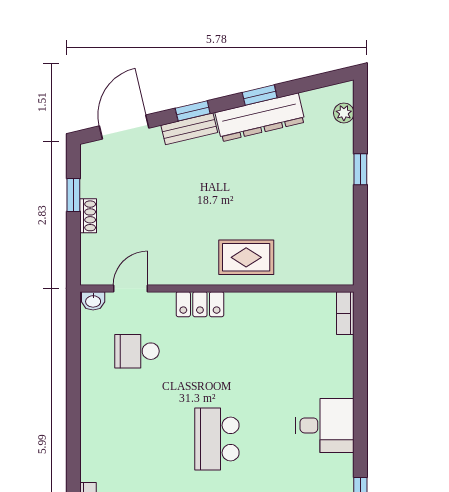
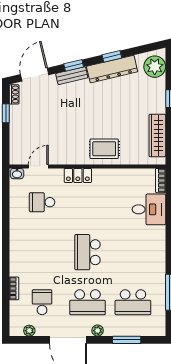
plant: (344, 113) -> (155, 67), width x1.88, depth x1.88
shoe rack: (88, 216) -> (14, 94), moved
wardrobe: (339, 234) -> (157, 135), added
desk: (325, 425) -> (149, 209), moved

